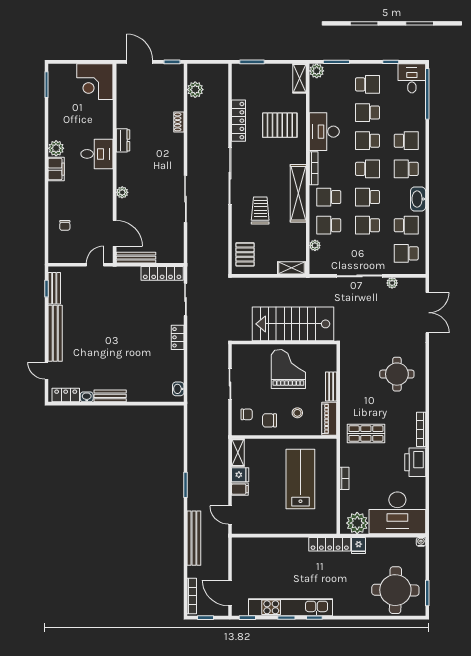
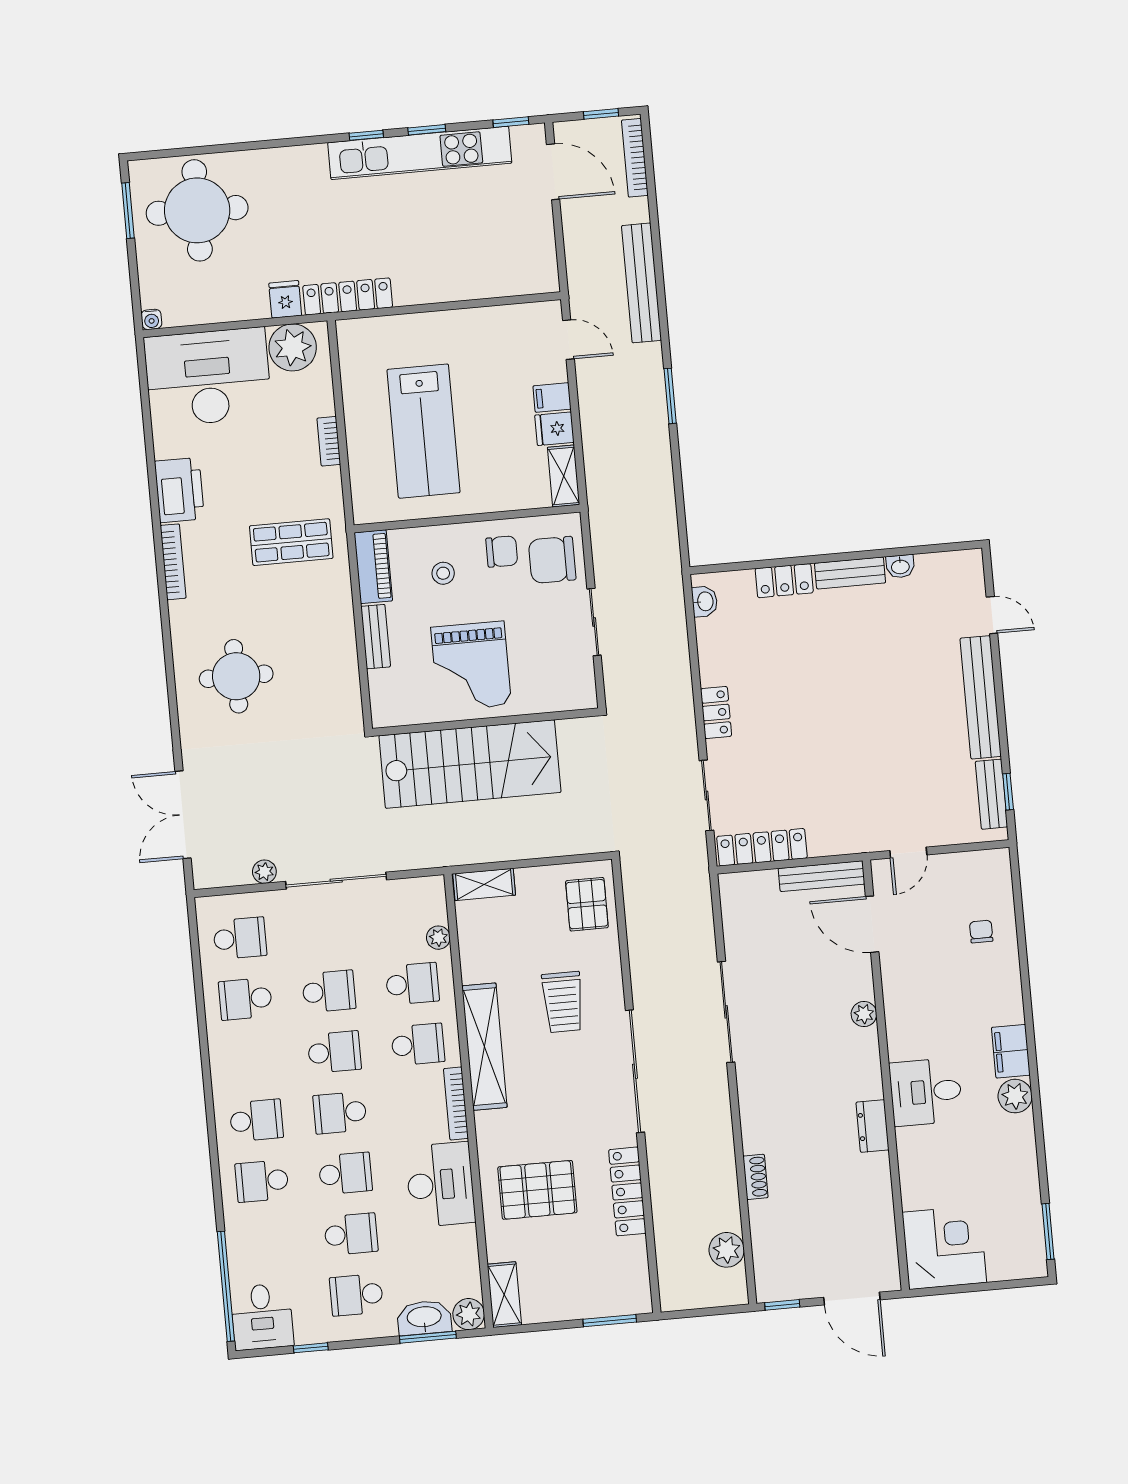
washbasin: (418, 199) -> (424, 1318), moved, turned -90
locker: (66, 395) -> (784, 581), moved
chair: (247, 414) -> (552, 560), width x1.87, depth x1.87

